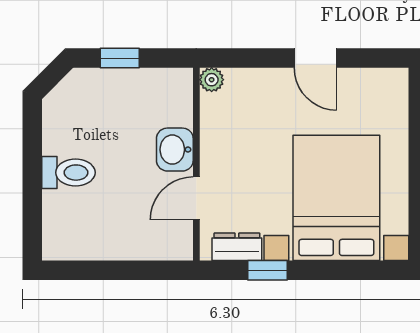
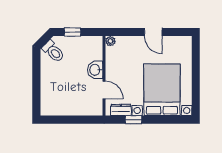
toilet: (69, 173) -> (53, 51), moved, turned 45
door: (196, 198) -> (104, 90), swing flipped

